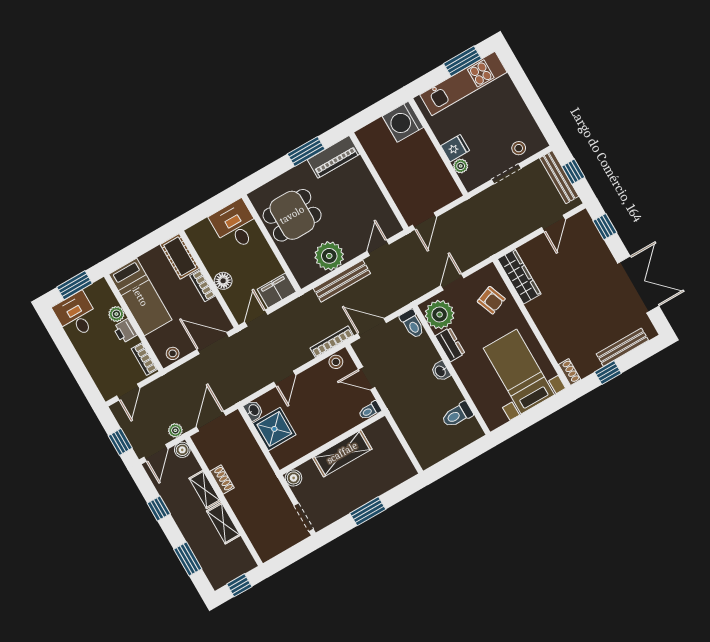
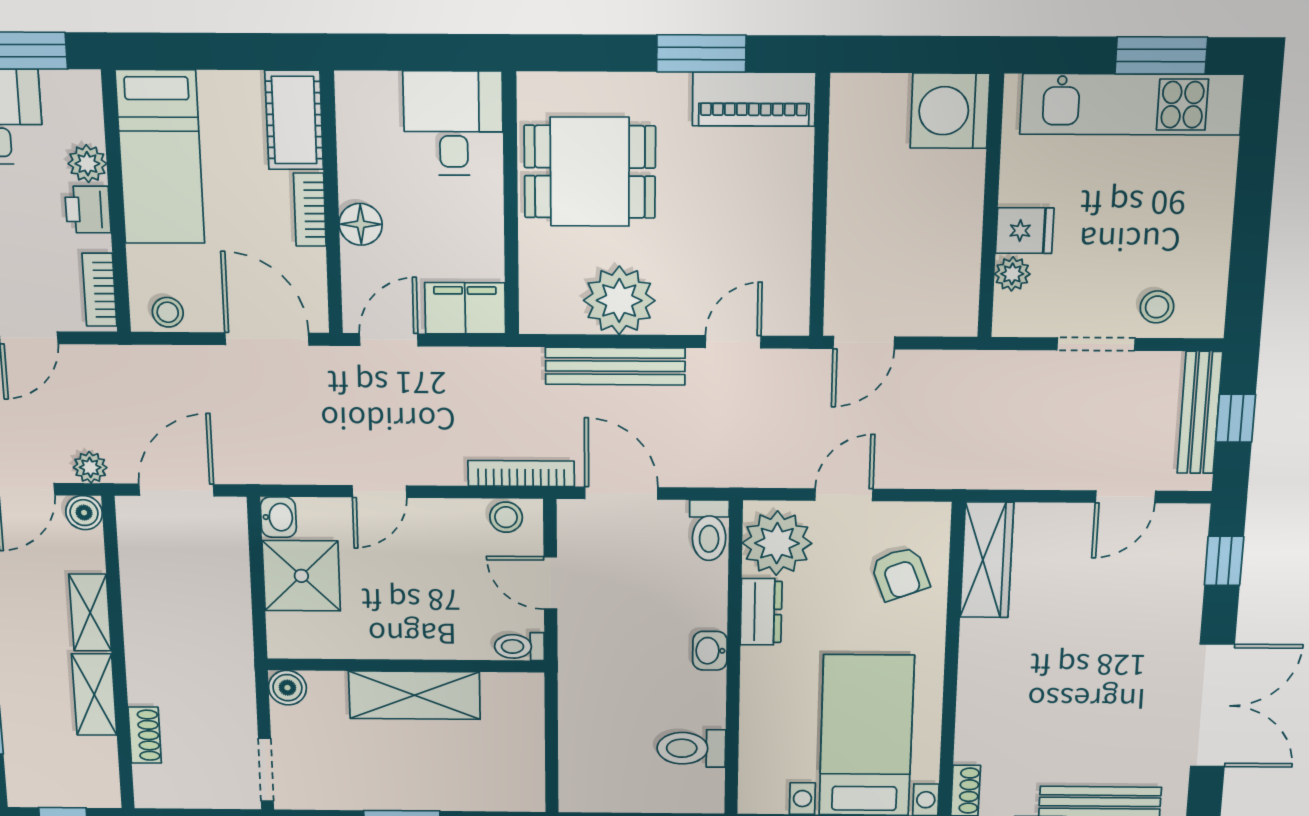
shoe rack: (222, 480) -> (145, 735), moved

